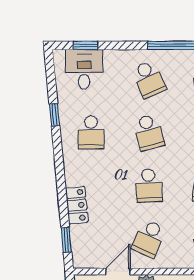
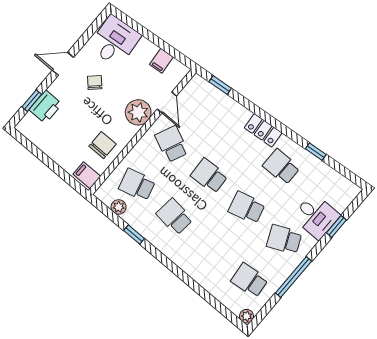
window: (85, 45) -> (336, 226), moved
desk: (84, 69) -> (316, 216), moved
locker: (77, 205) -> (263, 130), moved

